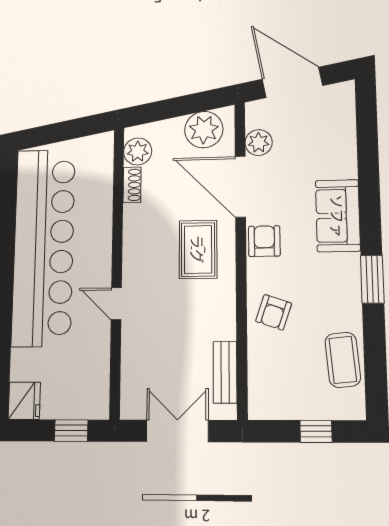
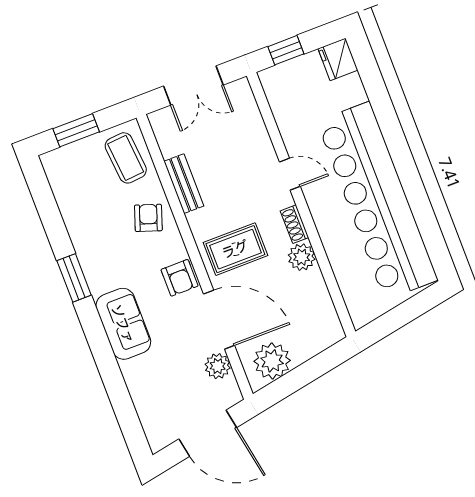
plant: (138, 151) -> (302, 257), moved
shoe rack: (132, 185) -> (295, 224), moved
rug: (198, 249) -> (235, 249), turned 90
coffee table: (343, 360) -> (126, 158), moved
bench: (225, 372) -> (184, 184), moved
window: (316, 431) -> (76, 130), width x1.50

